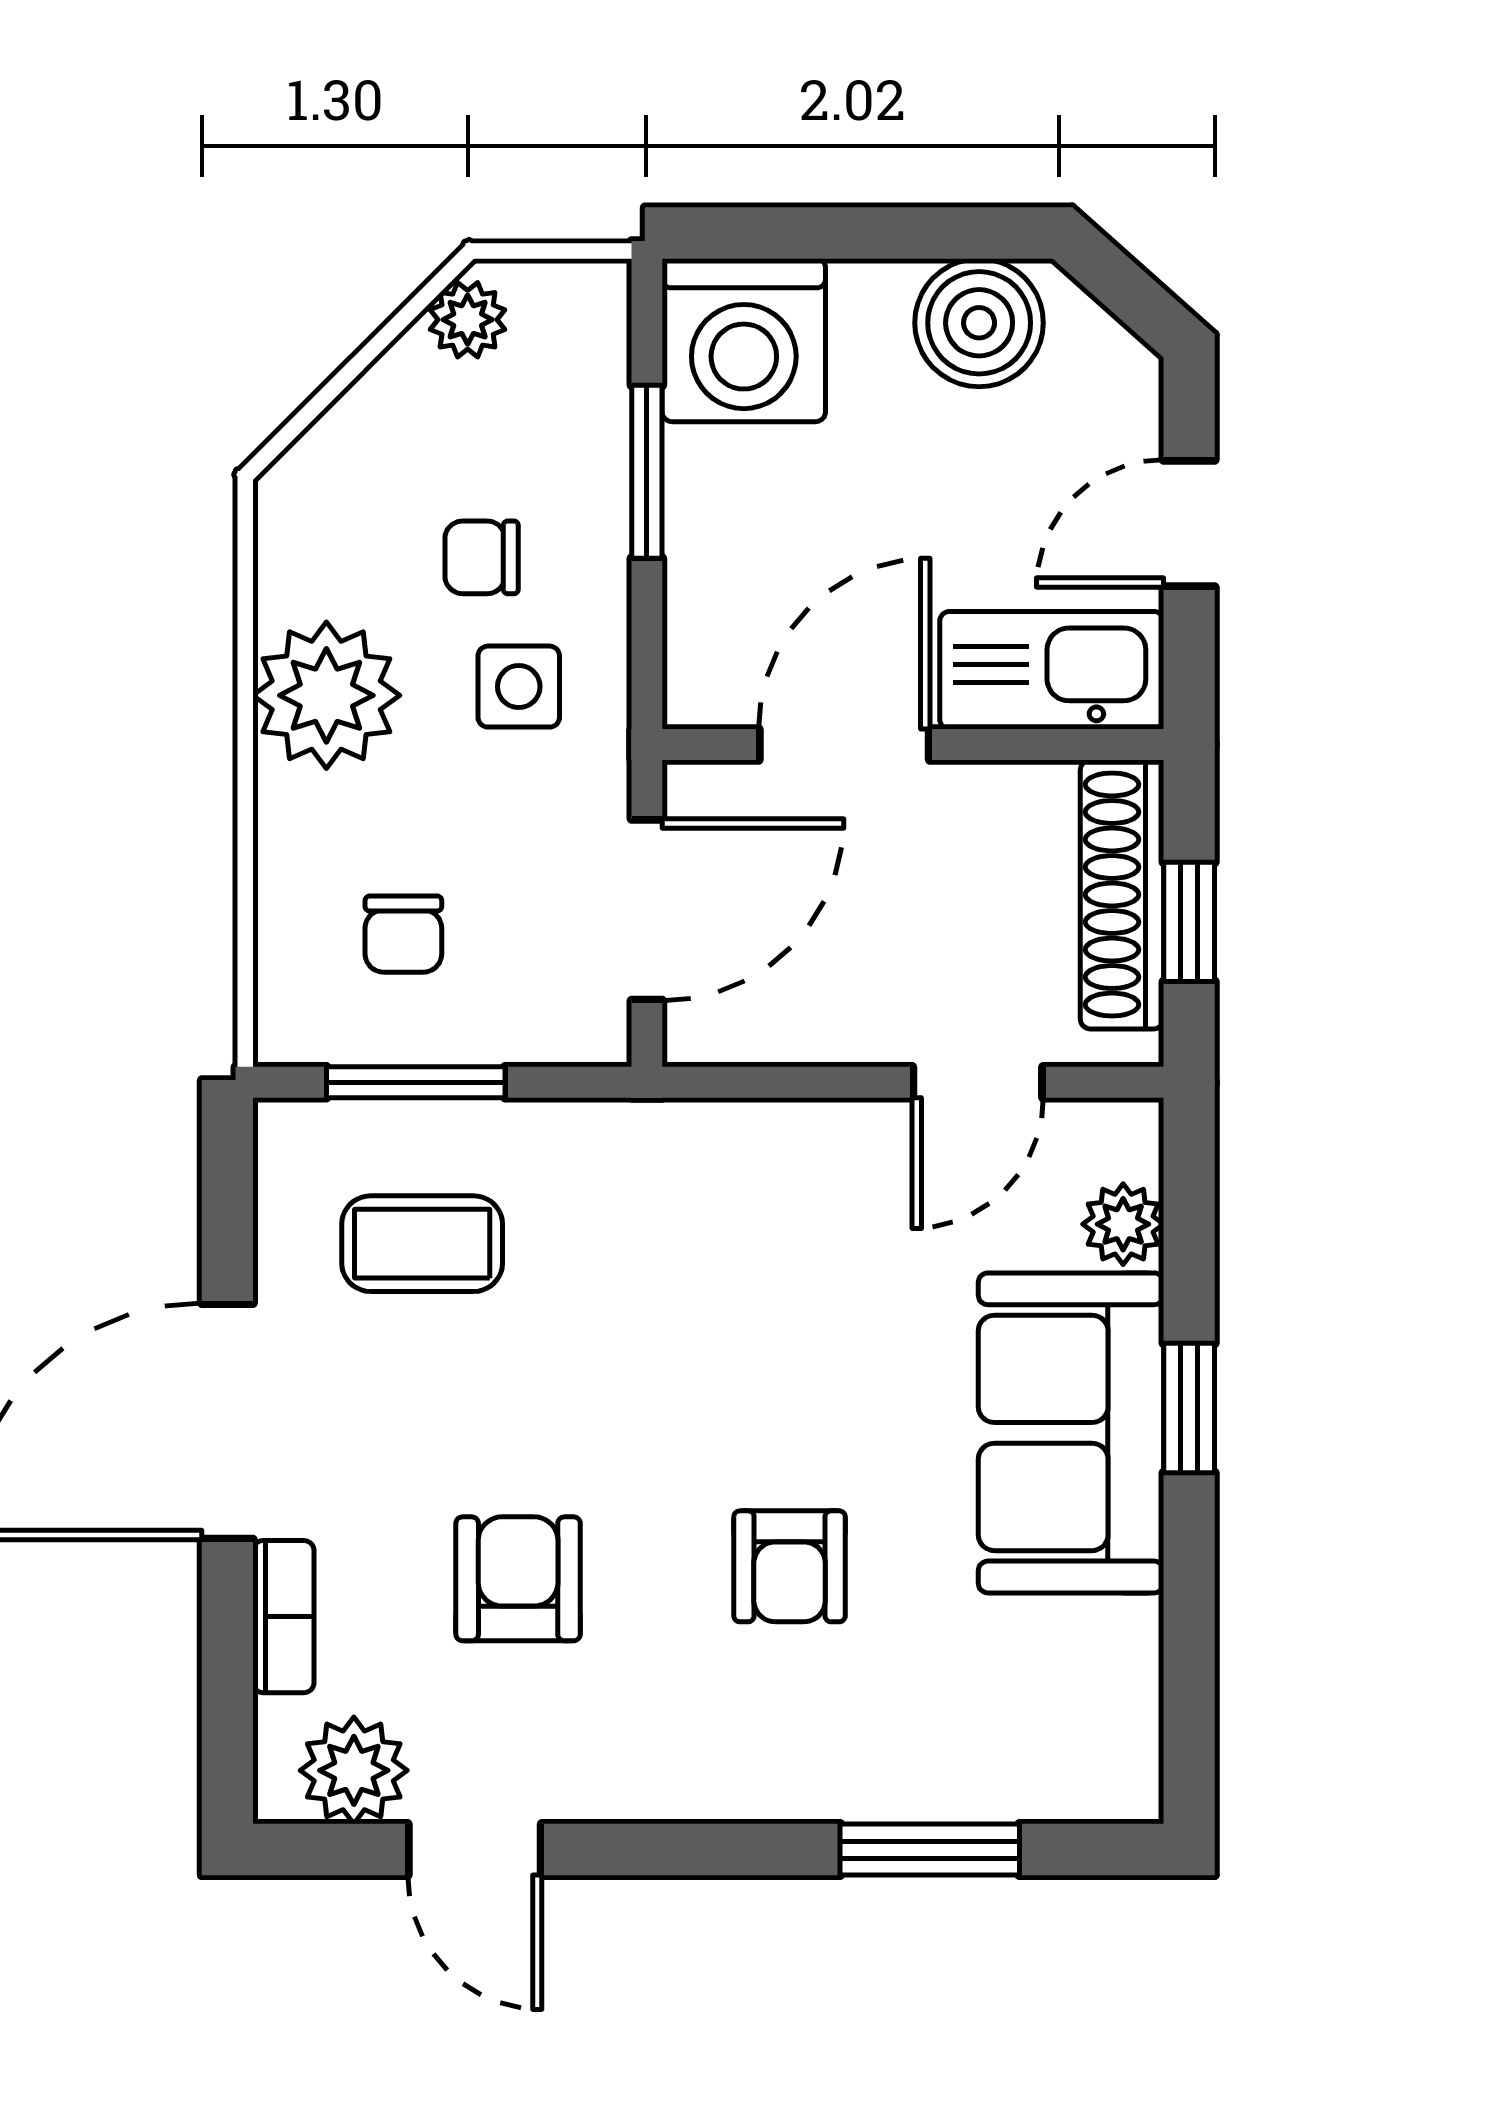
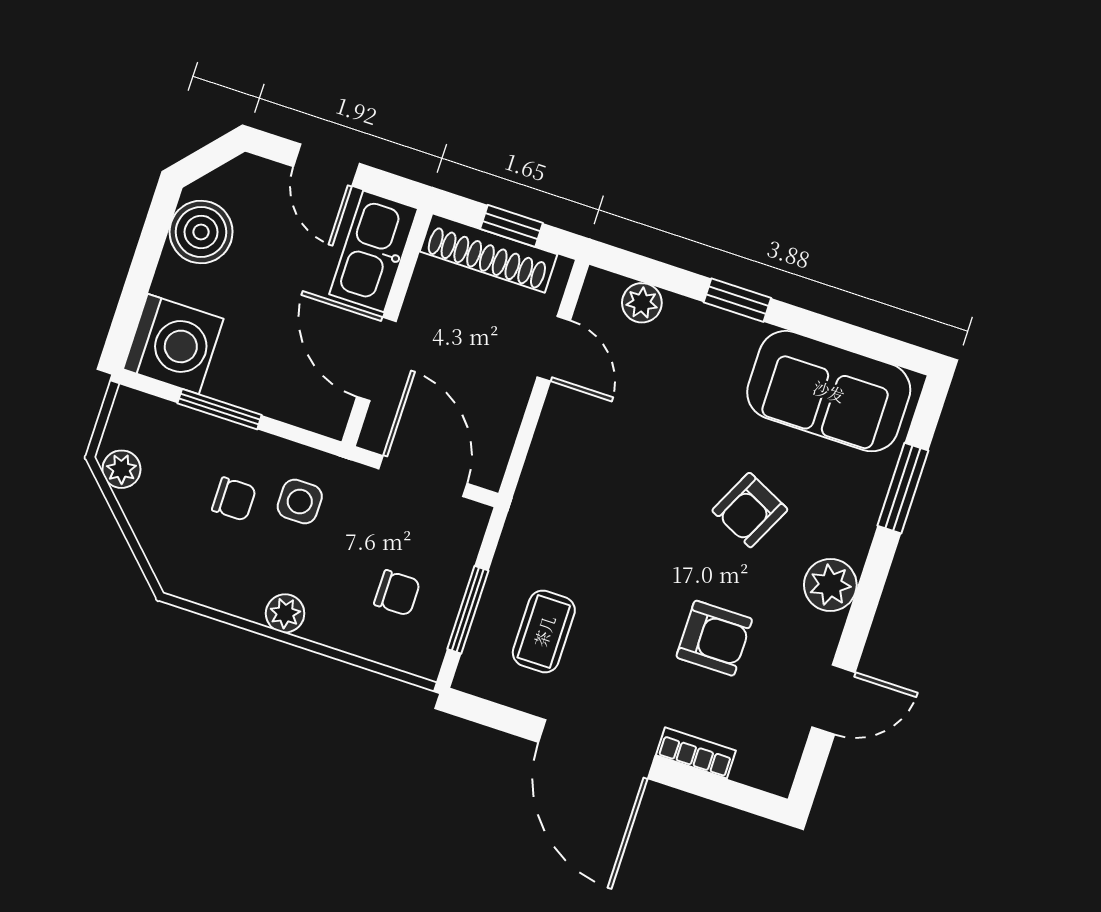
chair: (482, 557) -> (234, 499), turned -90
plant: (326, 695) -> (285, 613), width x0.53, depth x0.53
sofa: (1071, 1433) -> (829, 391), moved
armchair: (790, 1566) -> (750, 510), turned 116
armchair: (518, 1579) -> (714, 638), turned 180
plant: (354, 1770) -> (830, 585), moved

